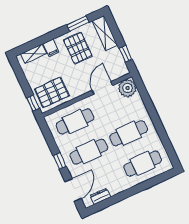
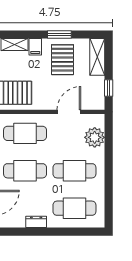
window: (78, 23) -> (59, 34), moved
plant: (128, 88) -> (95, 137), moved
dresser: (100, 196) -> (36, 222), moved

